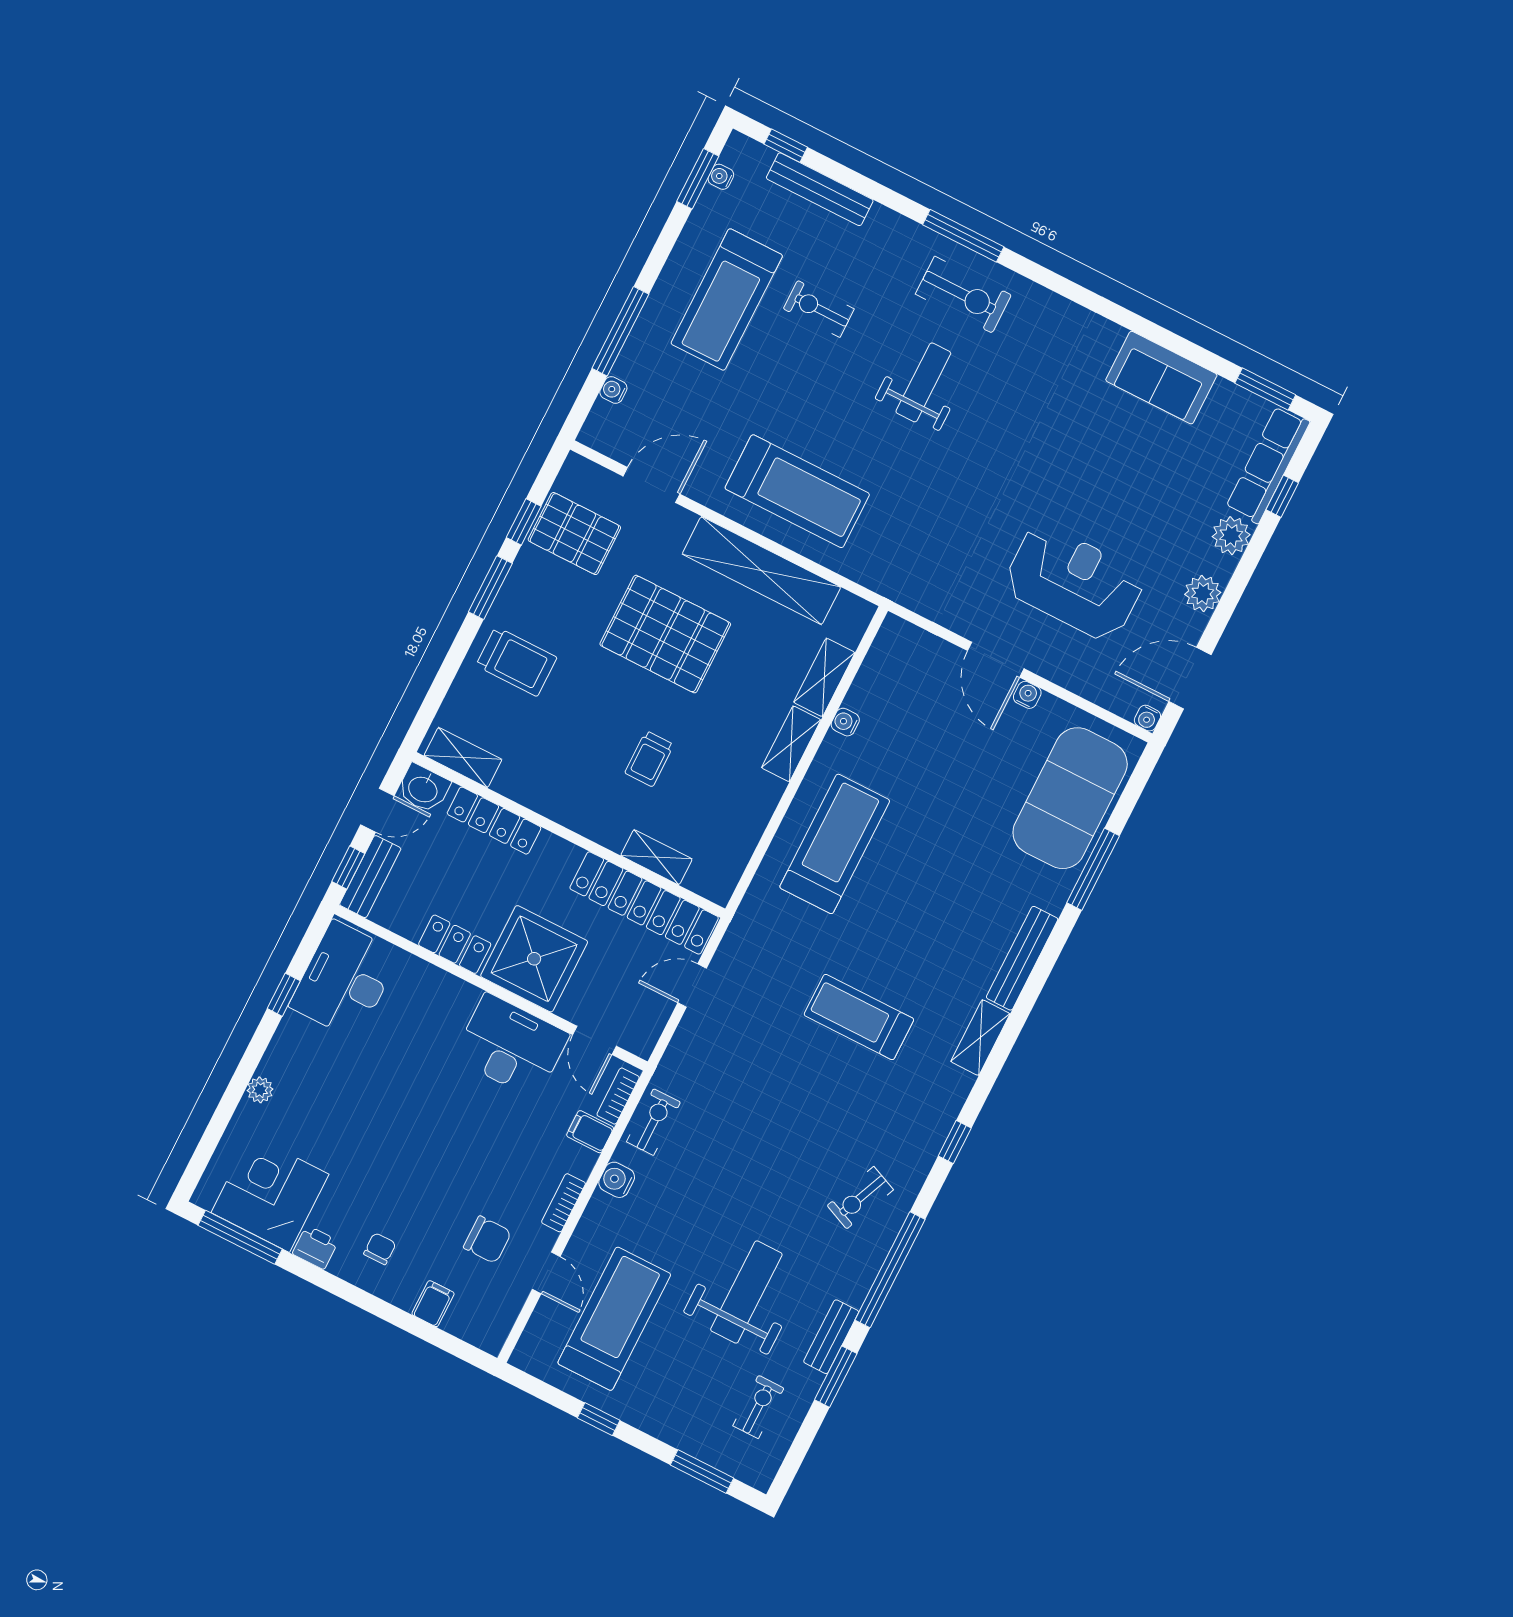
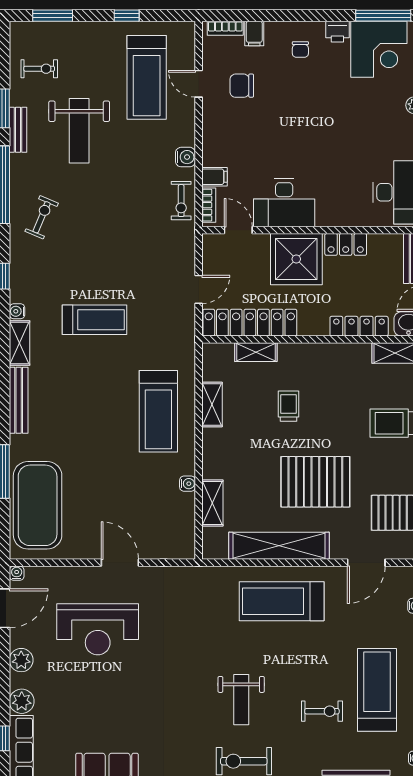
water cooler: (1027, 695) -> (17, 311), moved, turned 90
shelving: (791, 744) -> (212, 404), moved
bookcase: (564, 1203) -> (225, 28), moved, turned 90
exercise bike: (758, 1407) -> (39, 69), turned -90

